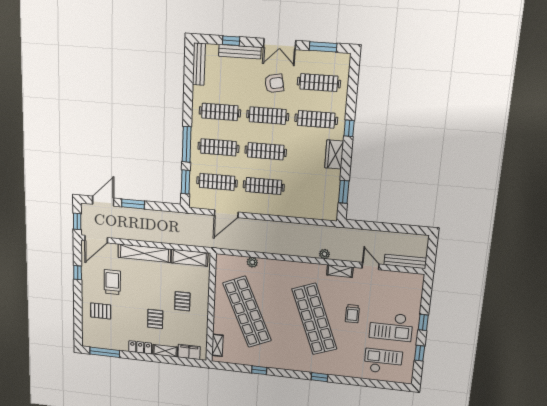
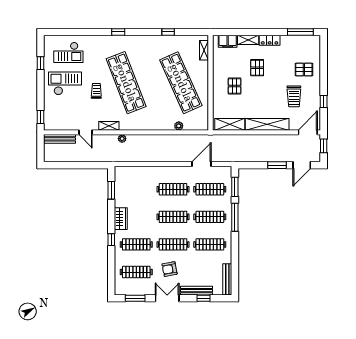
window: (423, 322) -> (40, 117), moved

